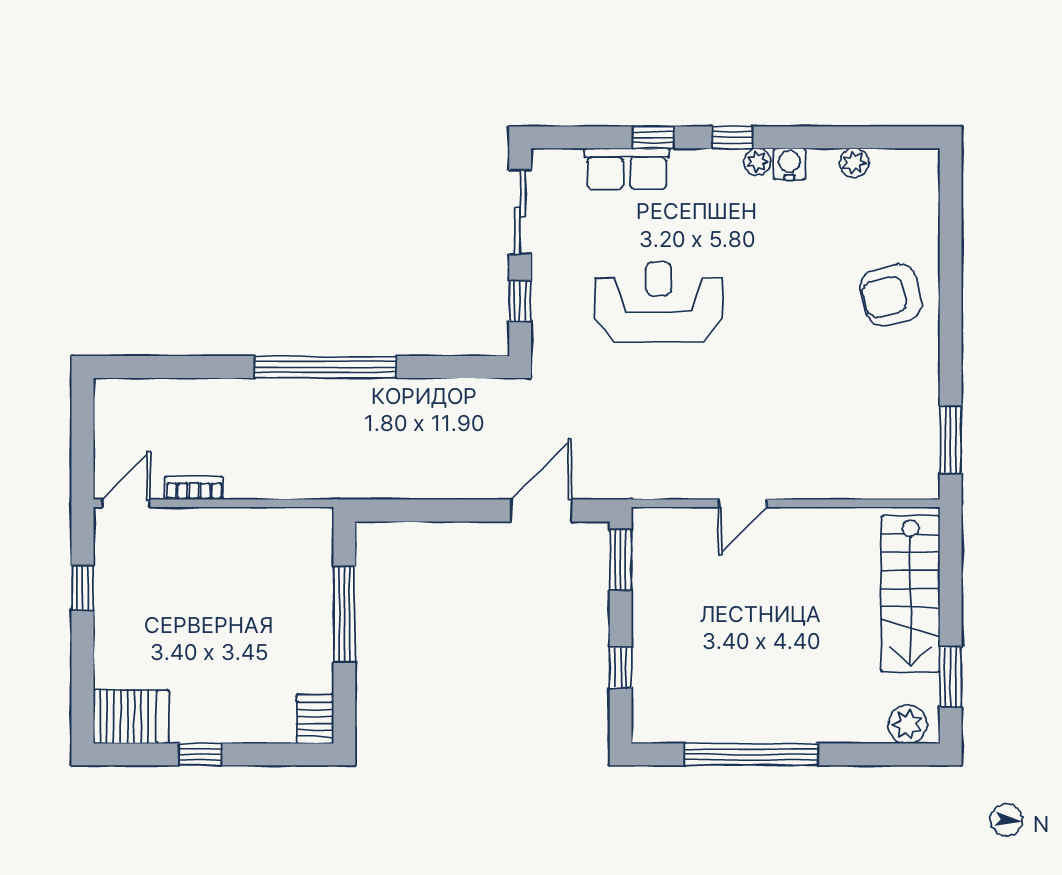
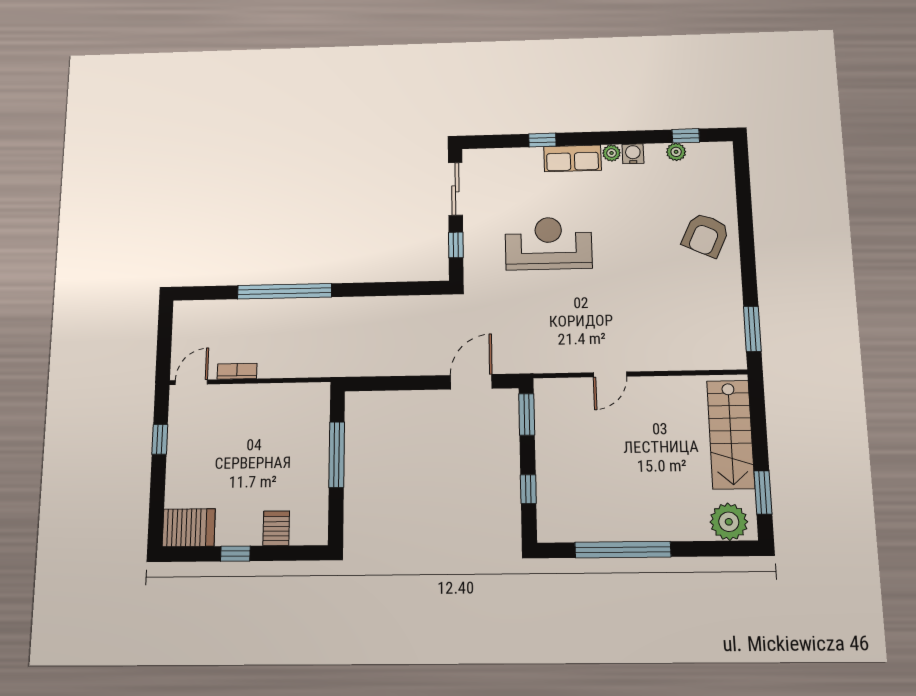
window: (732, 137) -> (686, 136), moved
row of seats: (627, 169) -> (572, 158), moved
armchair: (891, 295) -> (706, 235), turned -50
window: (325, 367) -> (285, 291), moved
server rack: (315, 719) -> (276, 528), moved
plant: (908, 724) -> (729, 522), width x1.36, depth x1.36

